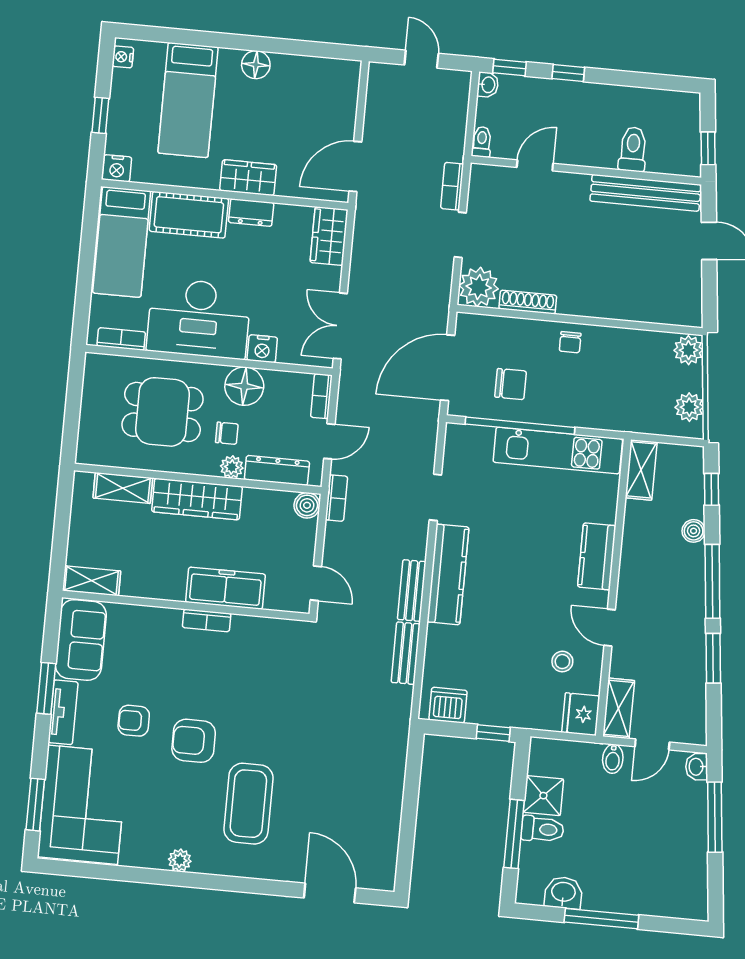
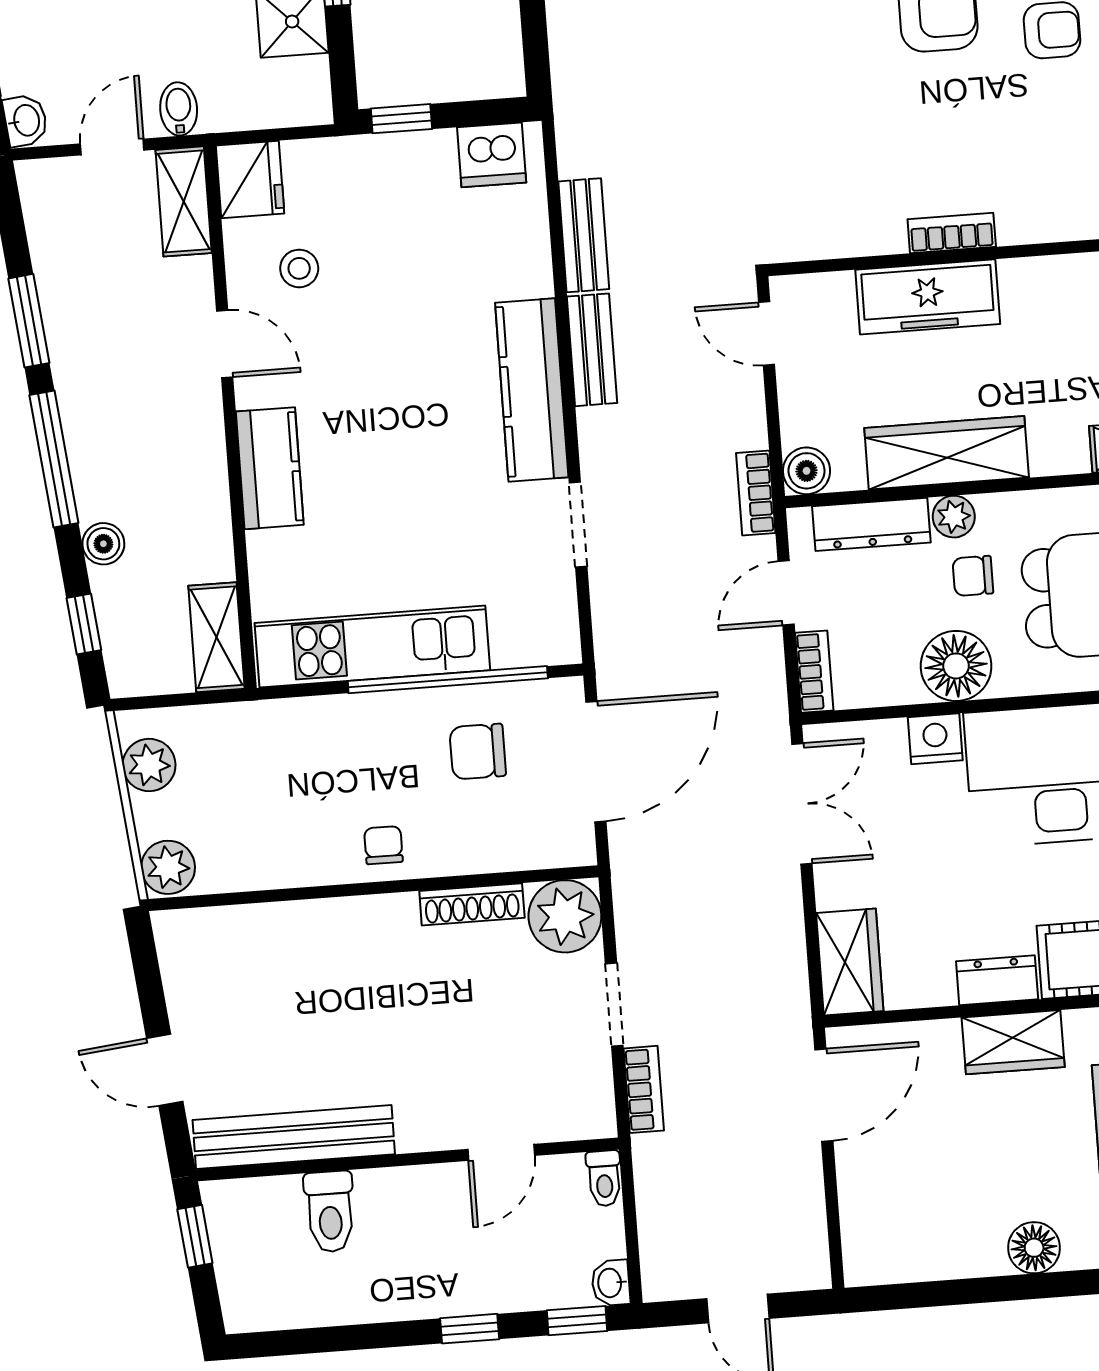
wardrobe: (197, 499) -> (947, 453), moved

